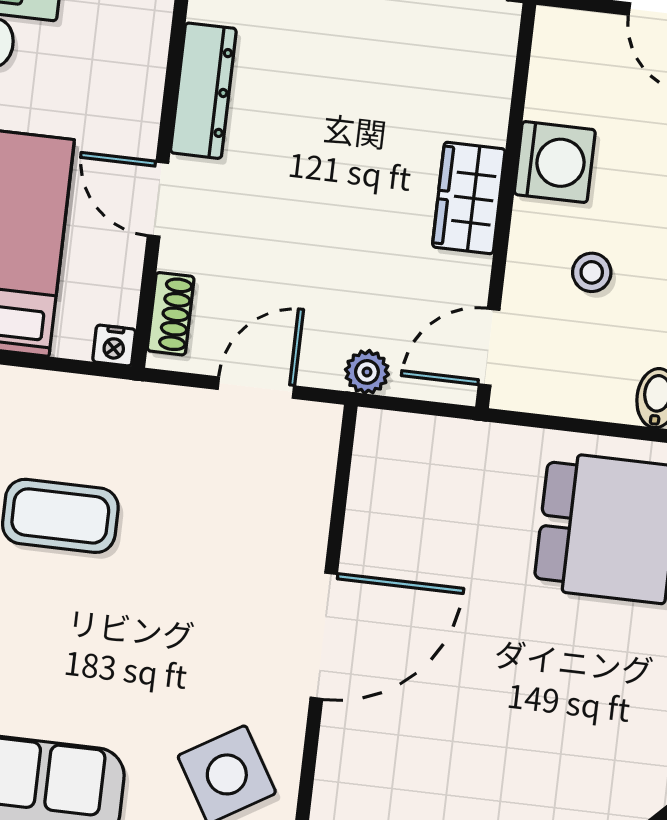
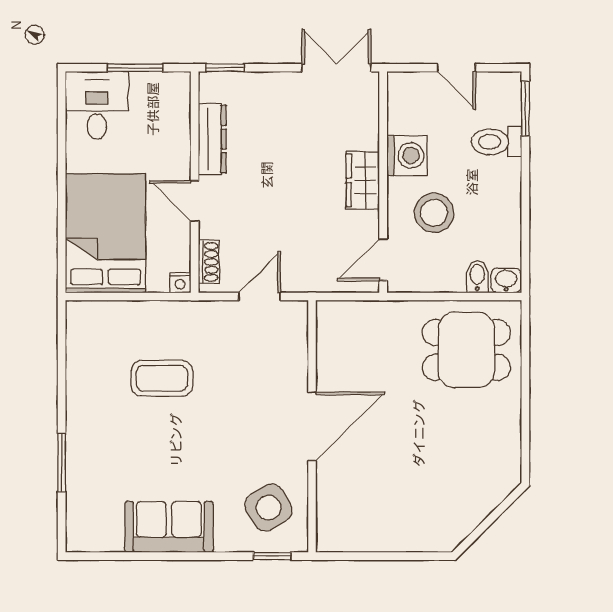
stool: (592, 272) -> (434, 213), width x1.89, depth x1.89
plant: (367, 372) -> (319, 281), removed

